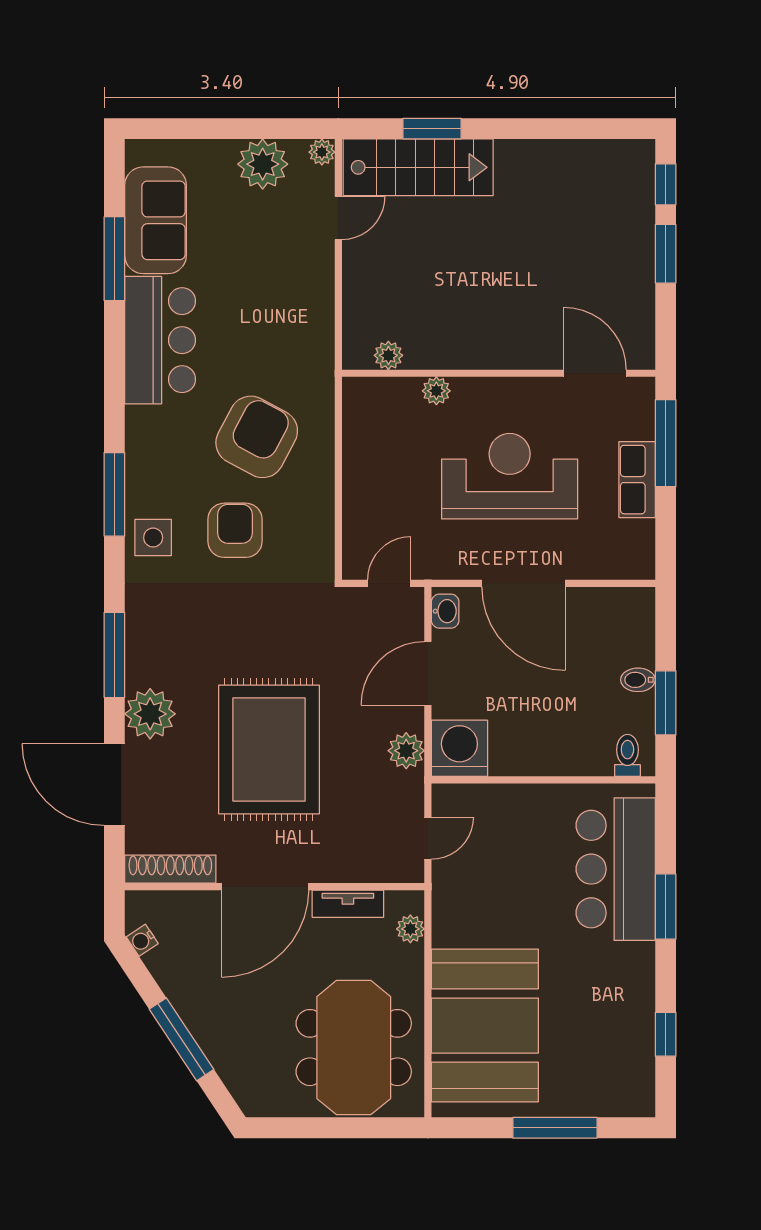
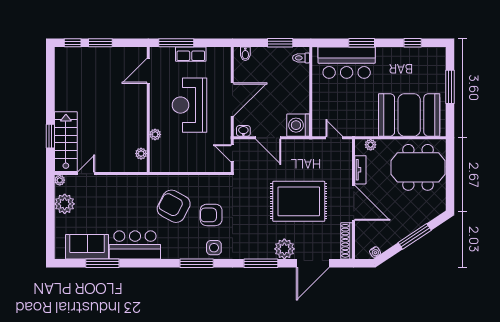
door: (338, 218) -> (86, 174), hinge flipped
bidet: (638, 680) -> (245, 54), moved
plant: (406, 751) -> (299, 146), removed

